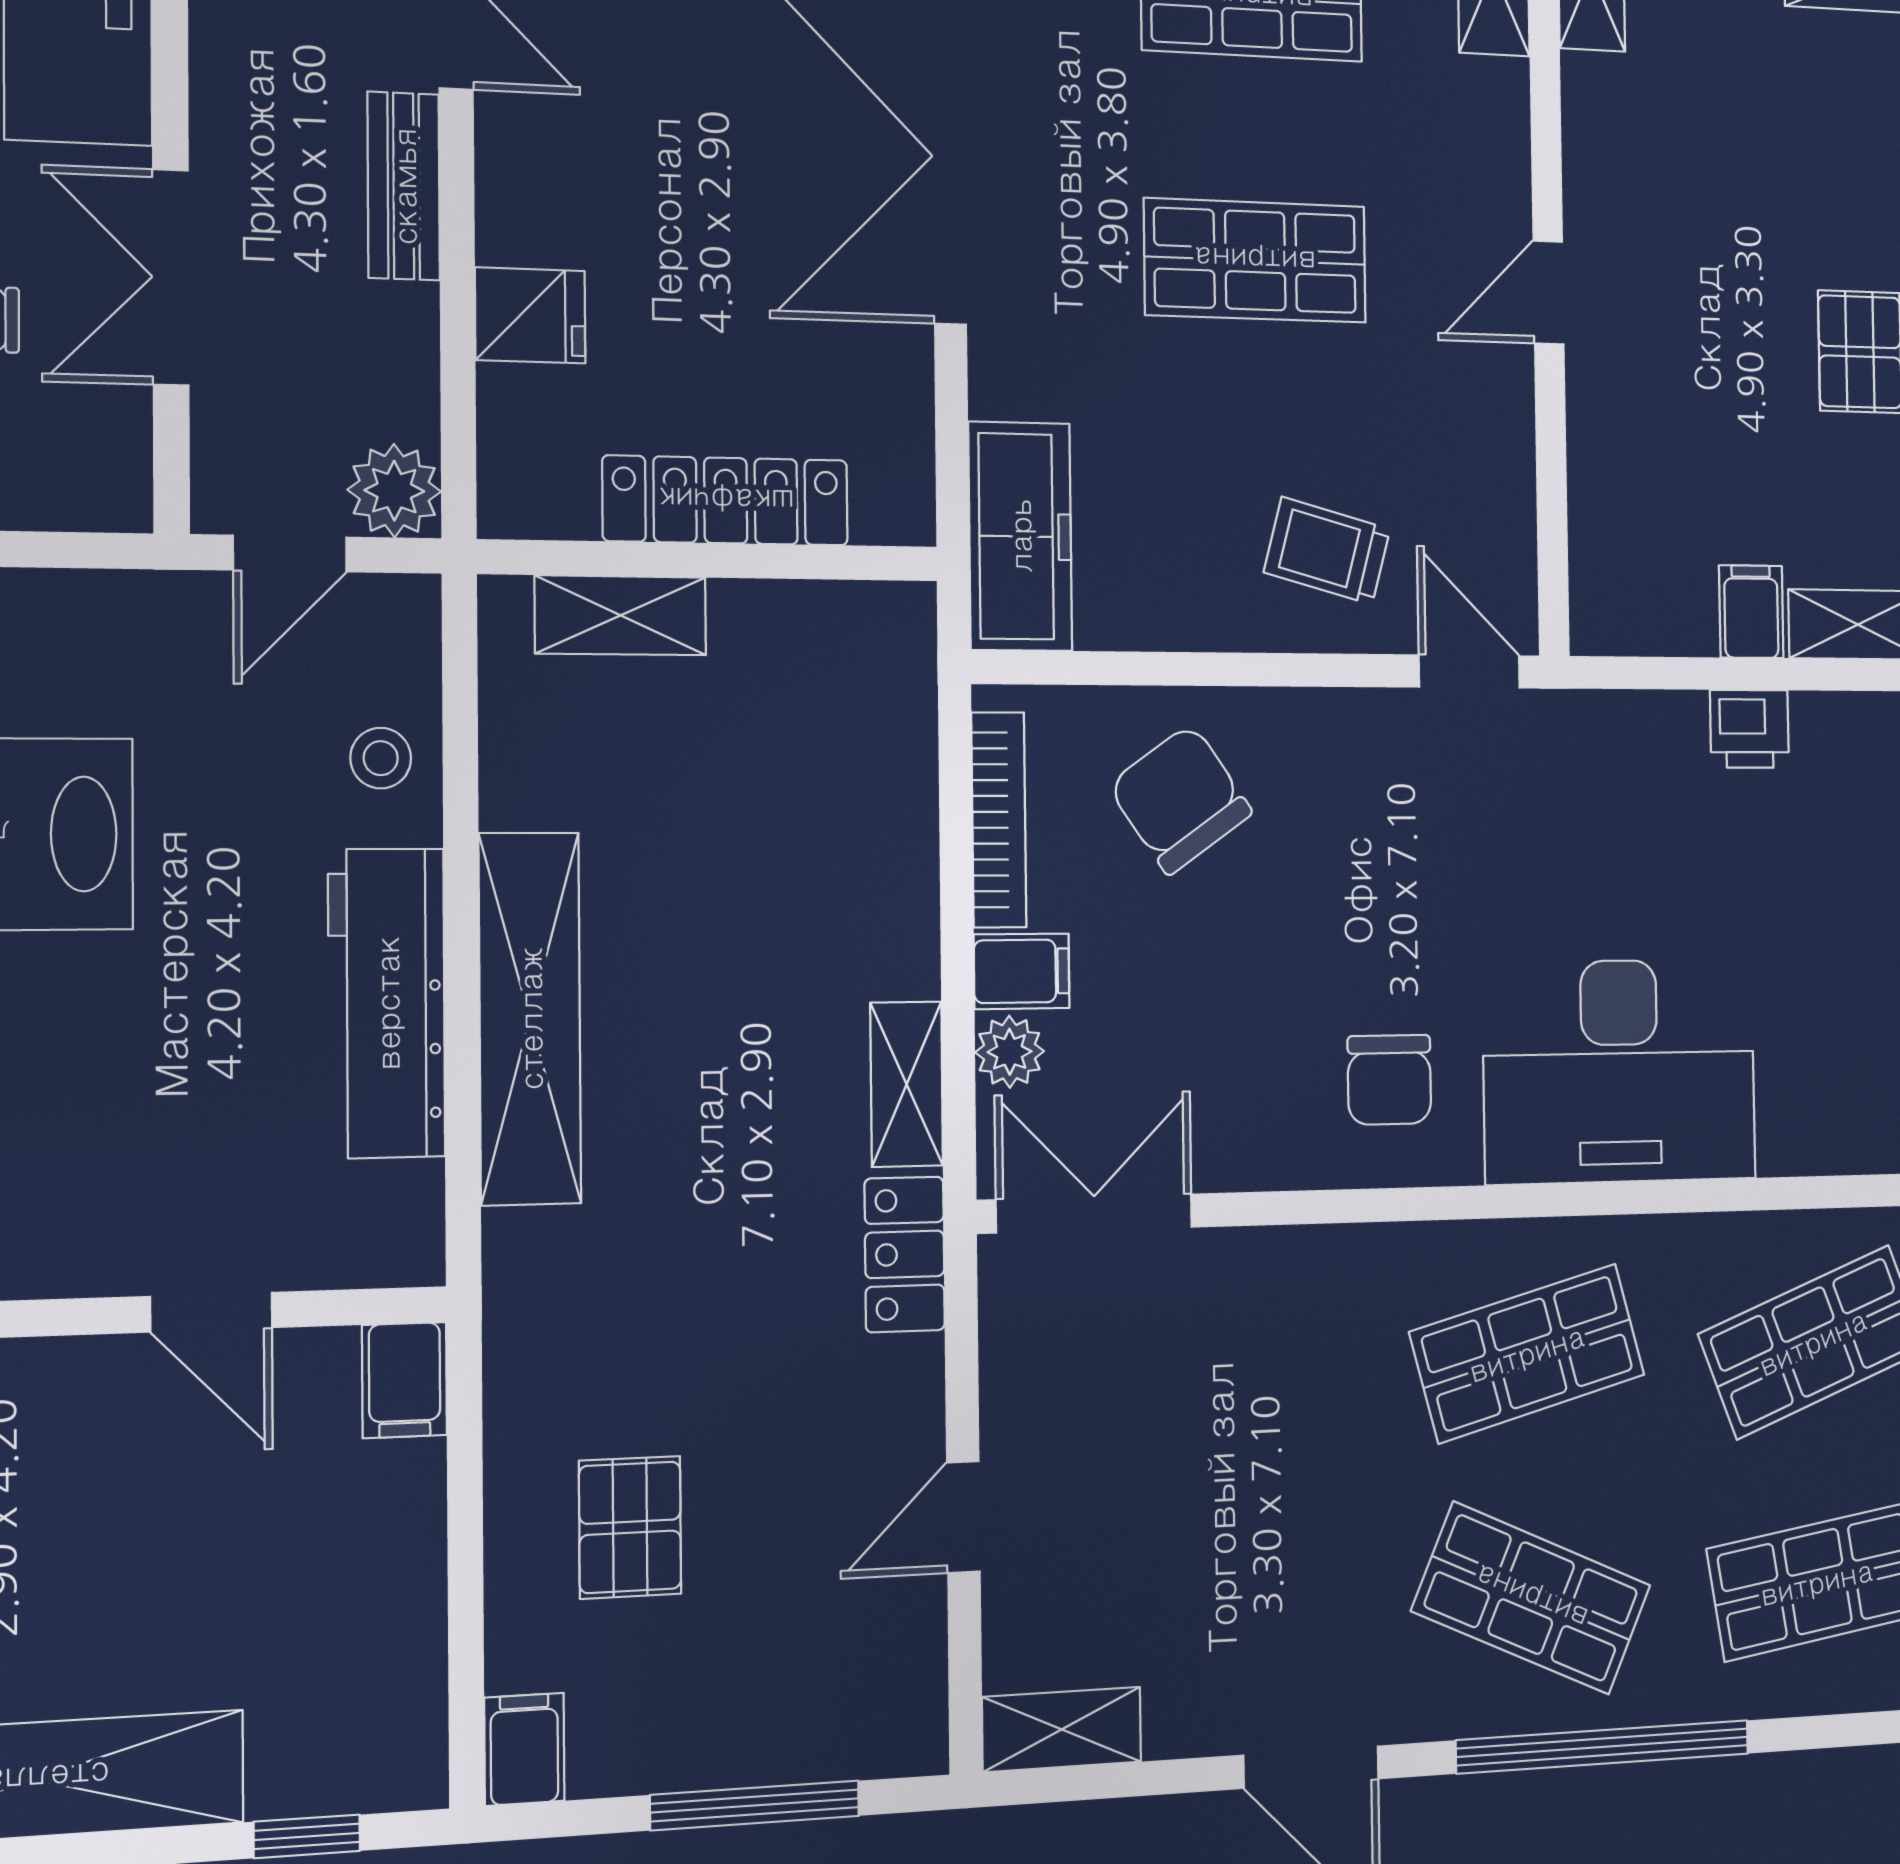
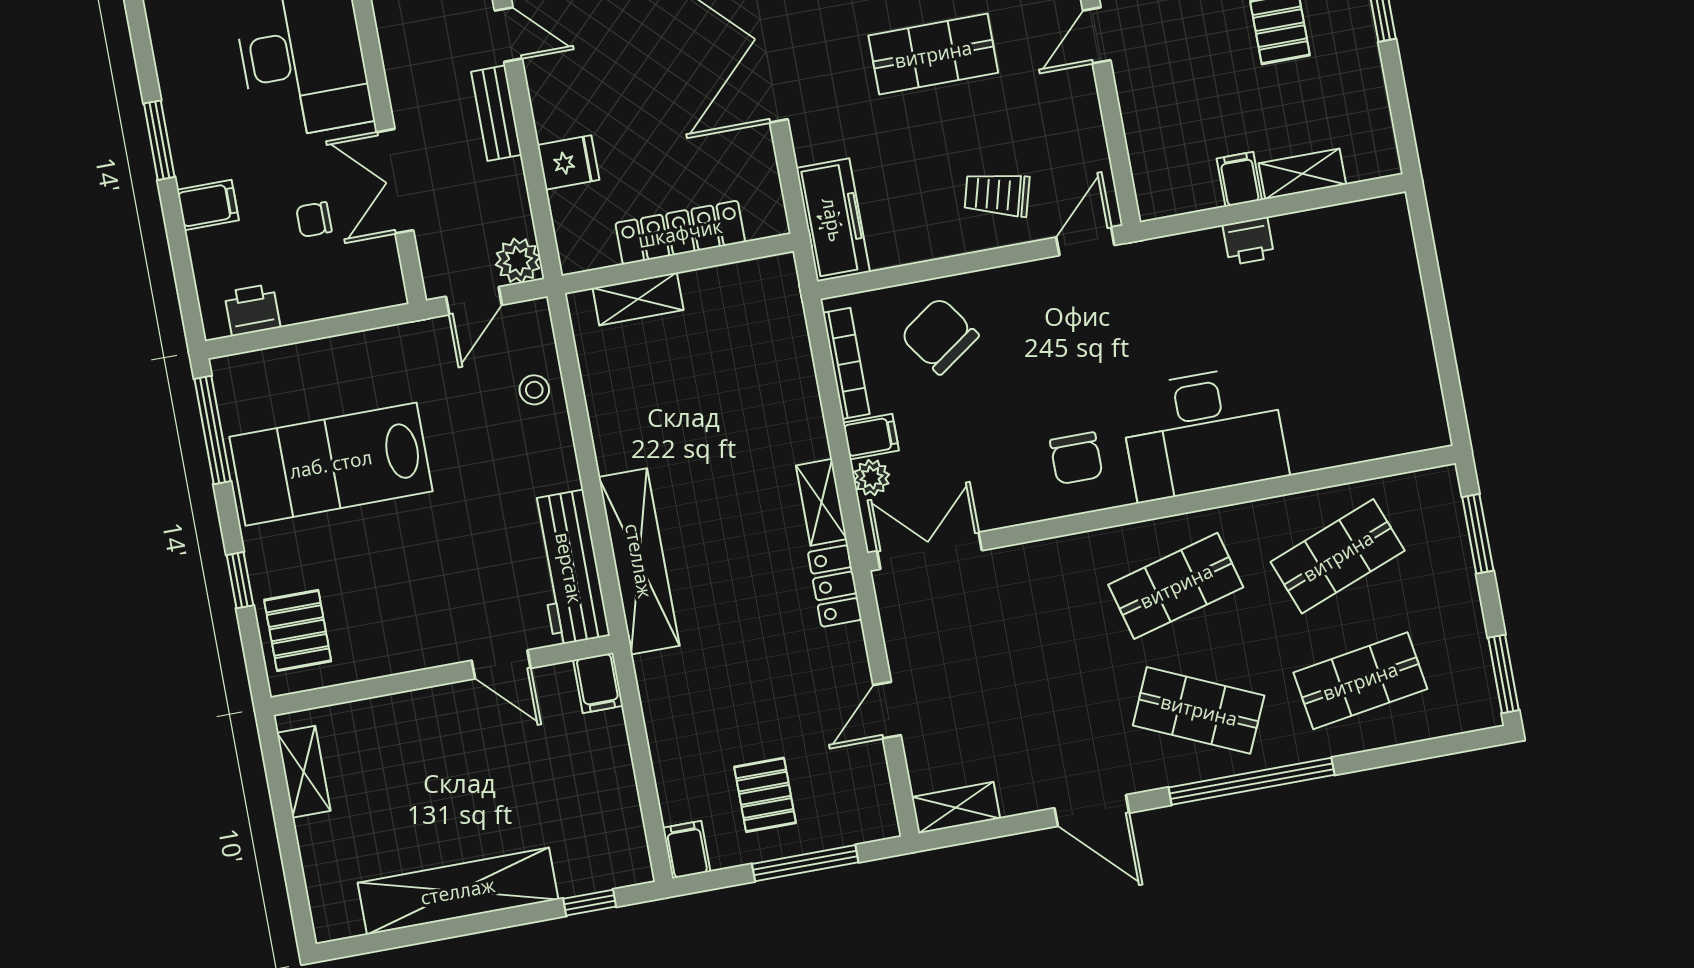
door: (1469, 671) -> (1085, 241), hinge flipped
workbench: (387, 1003) -> (569, 568), moved
shelving: (530, 1018) -> (639, 561), moved
pallet: (630, 1527) -> (765, 795), moved

